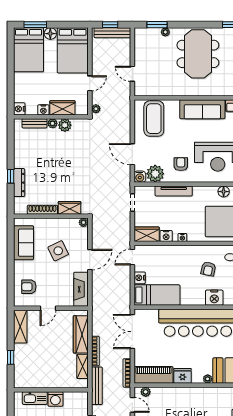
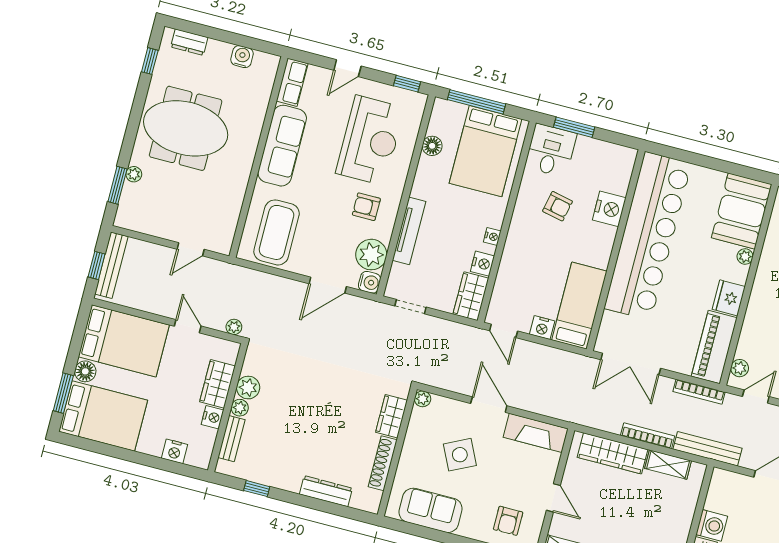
nightstand: (19, 109) -> (175, 451), moved
coffee table: (154, 119) -> (277, 232), turned 90
window: (11, 176) -> (257, 489), moved

